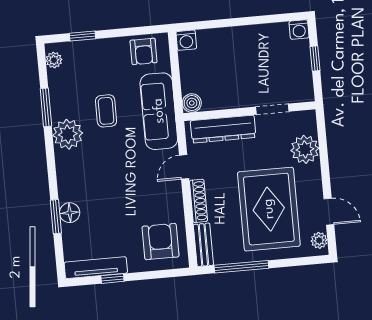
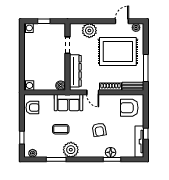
sofa: (159, 111) -> (68, 103), width x0.73
armchair: (112, 186) -> (99, 130), added

